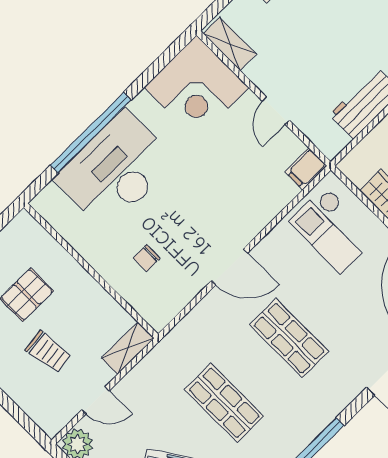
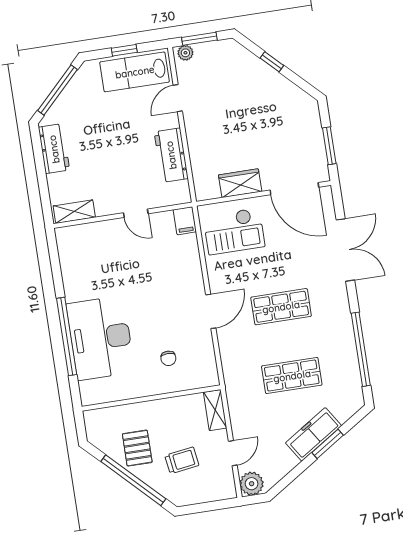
corner desk: (196, 87) -> (86, 251), removed

